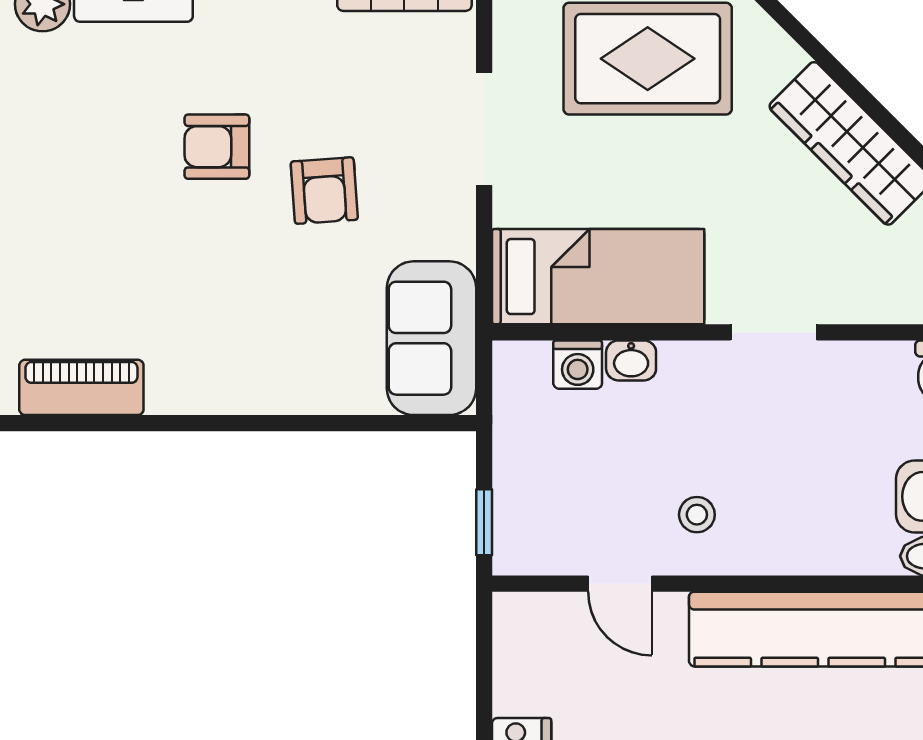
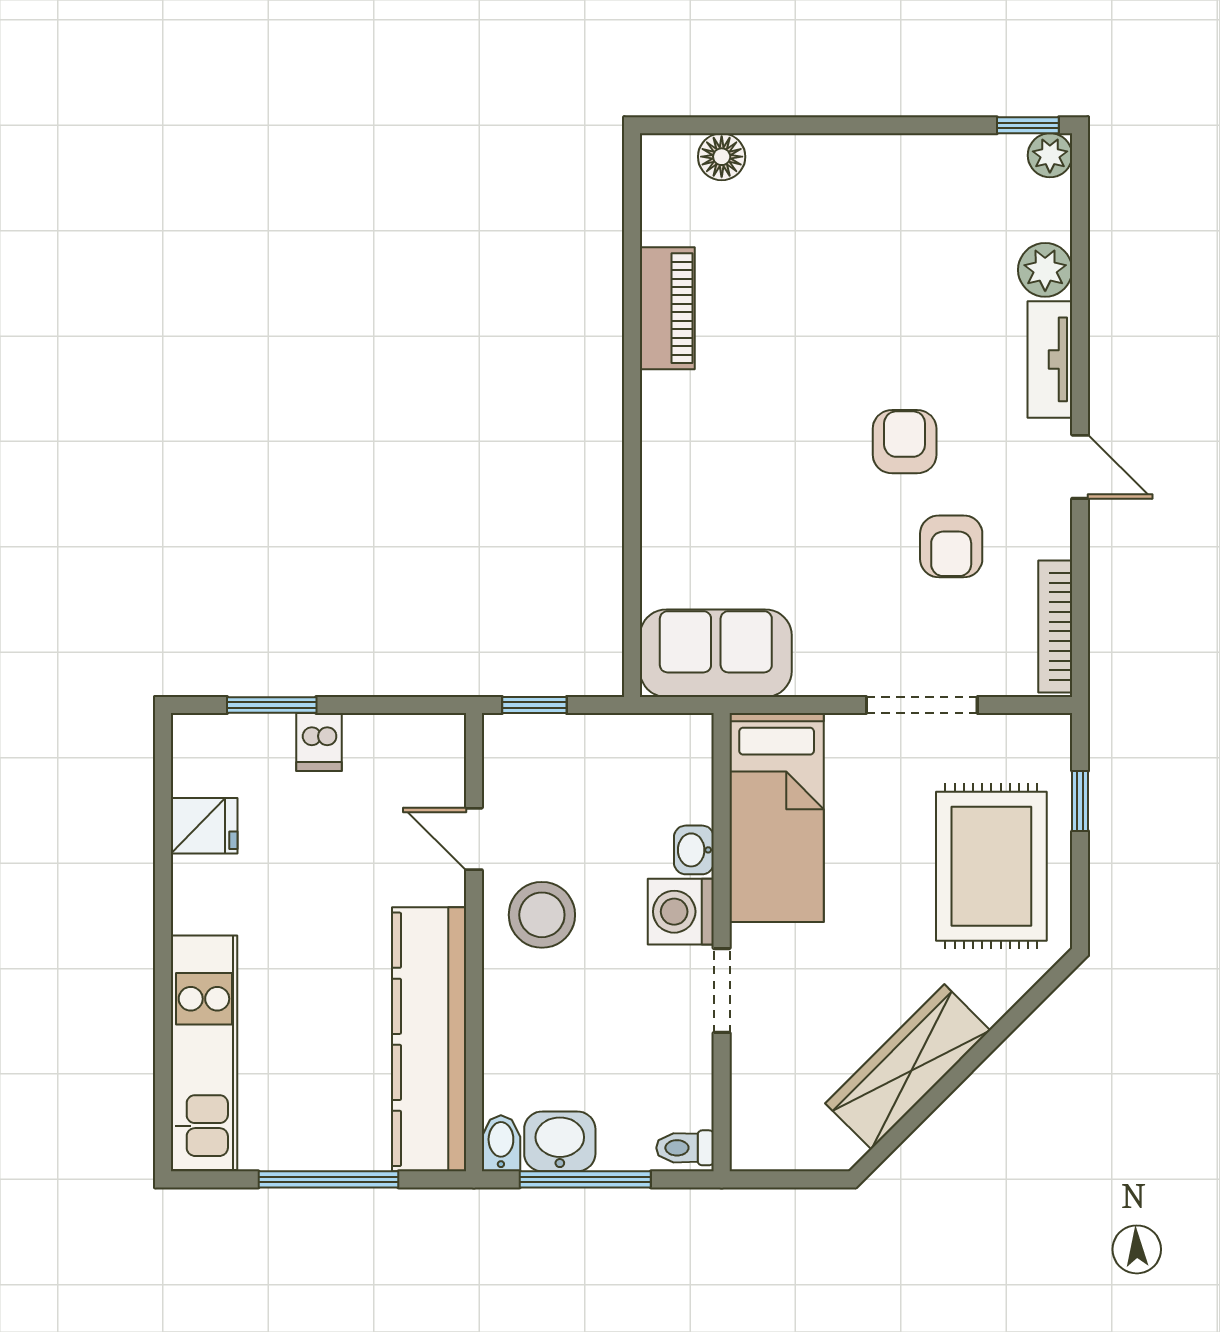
armchair: (324, 191) -> (951, 546), moved, turned -86
washing machine: (578, 365) -> (681, 912), moved, width x1.38, depth x1.38
stool: (697, 515) -> (542, 915), width x1.89, depth x1.89
door: (620, 584) -> (474, 839), hinge flipped

